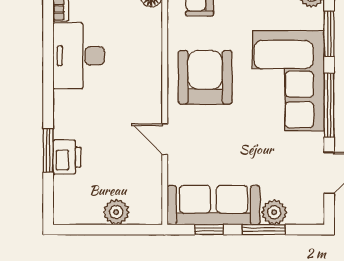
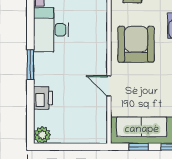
window: (48, 150) -> (30, 65), moved
plant: (116, 212) -> (42, 135), moved

